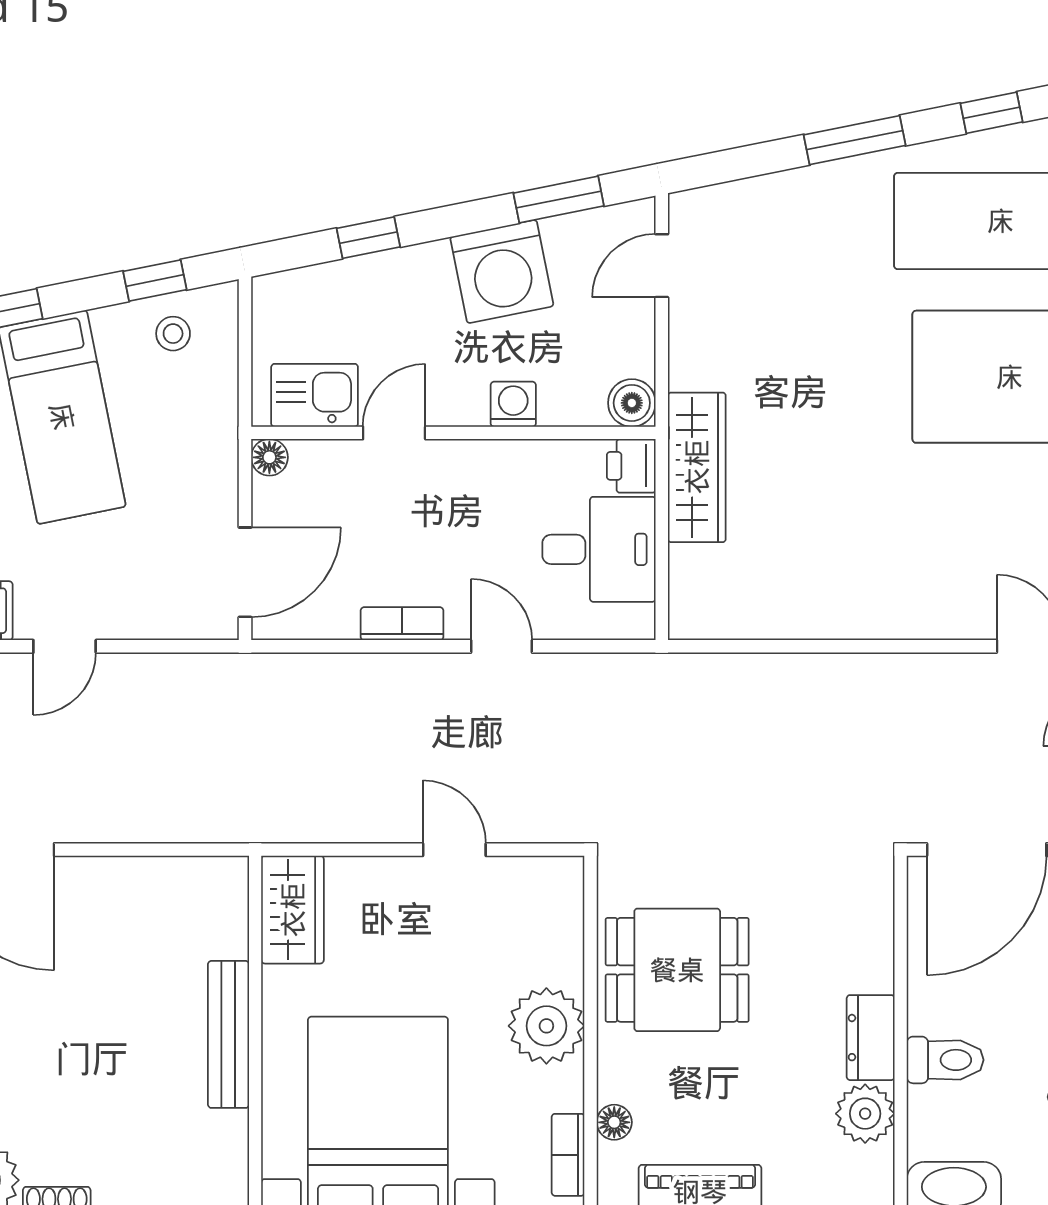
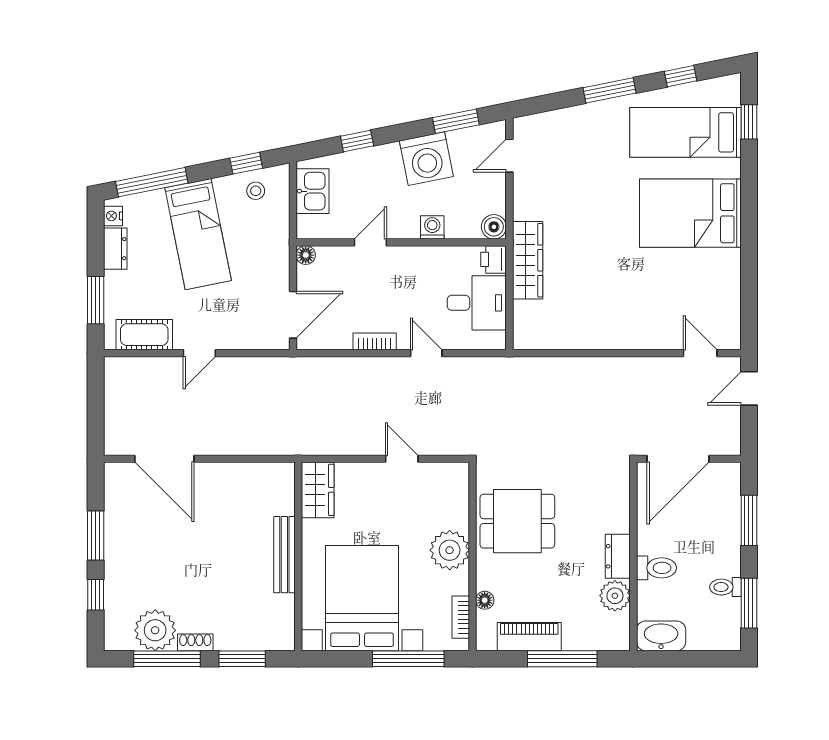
kitchen sink: (315, 395) -> (313, 191), moved, turned 90

